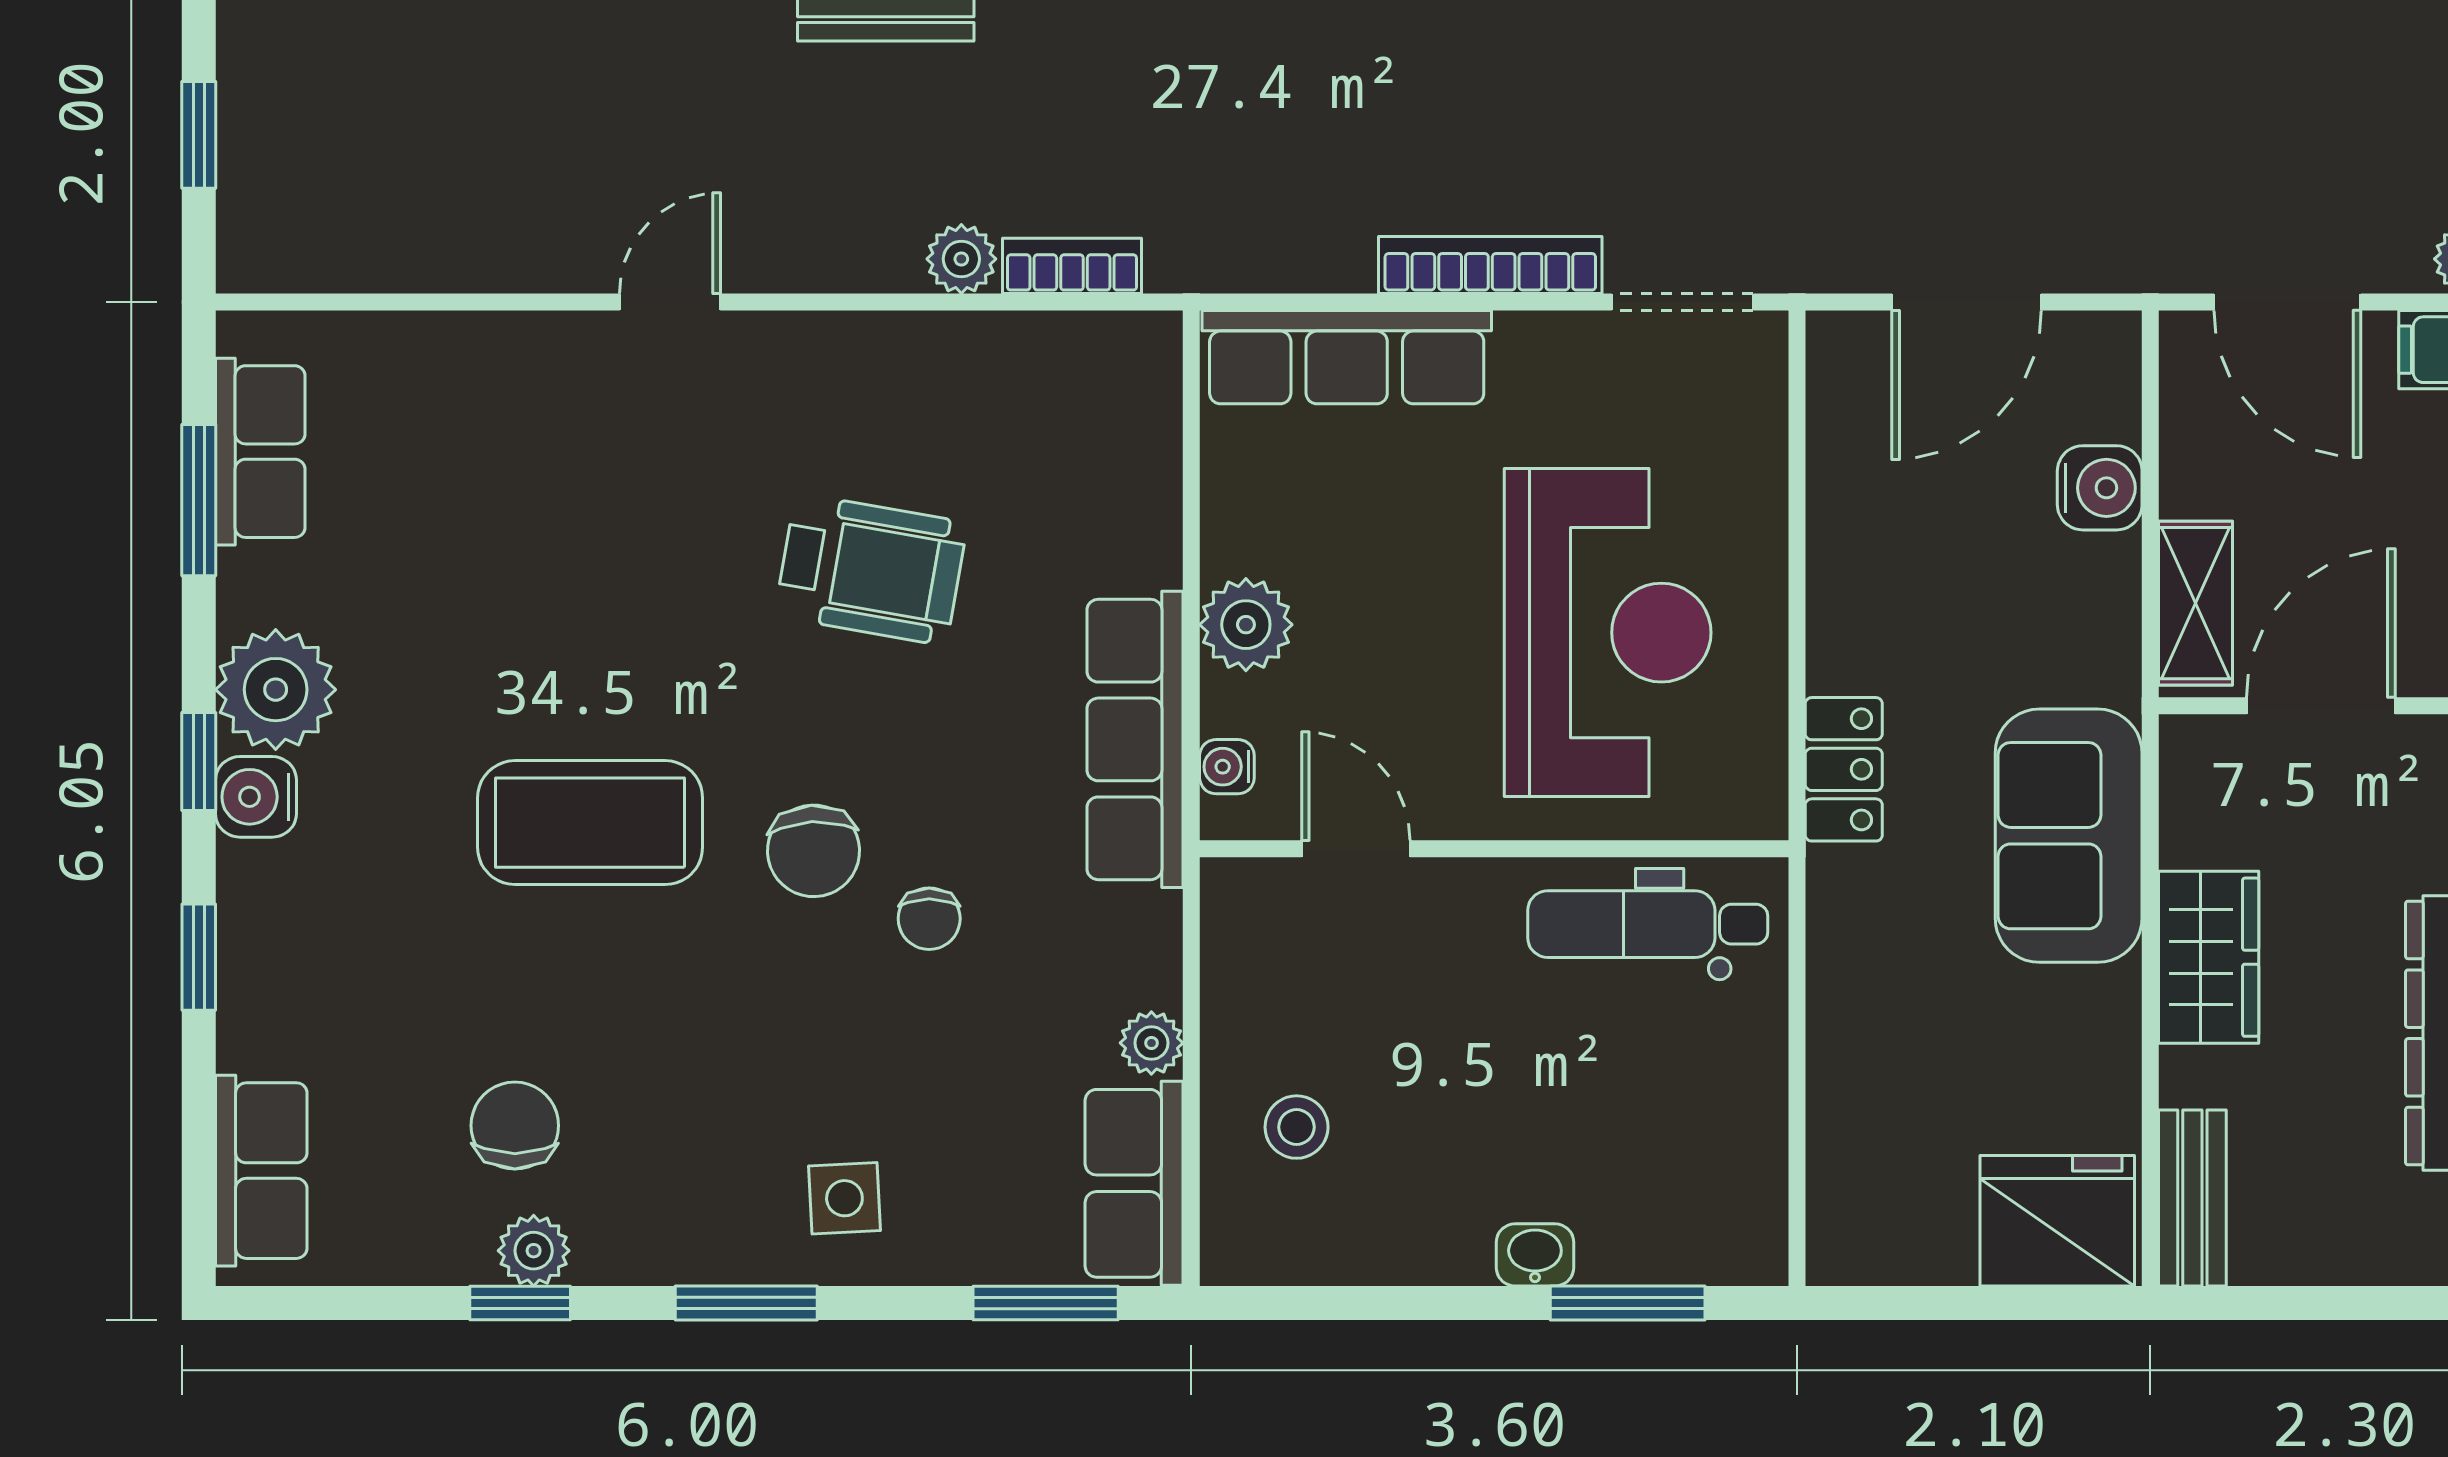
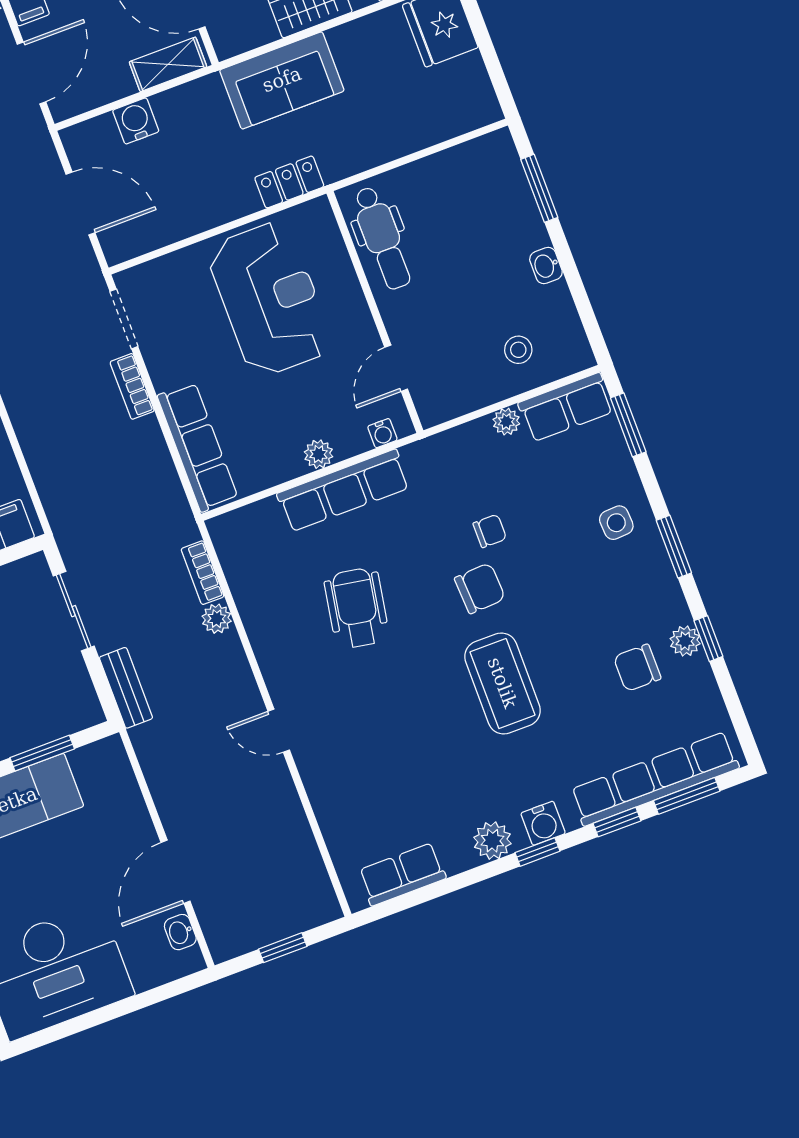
bookcase: (1490, 265) -> (132, 386), width x0.64
window: (199, 500) -> (687, 796), moved
plant: (1246, 625) -> (319, 454), width x0.73, depth x0.73
reception desk: (1608, 633) -> (270, 299), turned 90
plant: (276, 690) -> (492, 841), width x0.73, depth x0.73
row of seats: (1135, 739) -> (343, 490), moved
row of seats: (261, 1171) -> (655, 779), width x2.02
washbasin: (1535, 1255) -> (546, 266), moved

